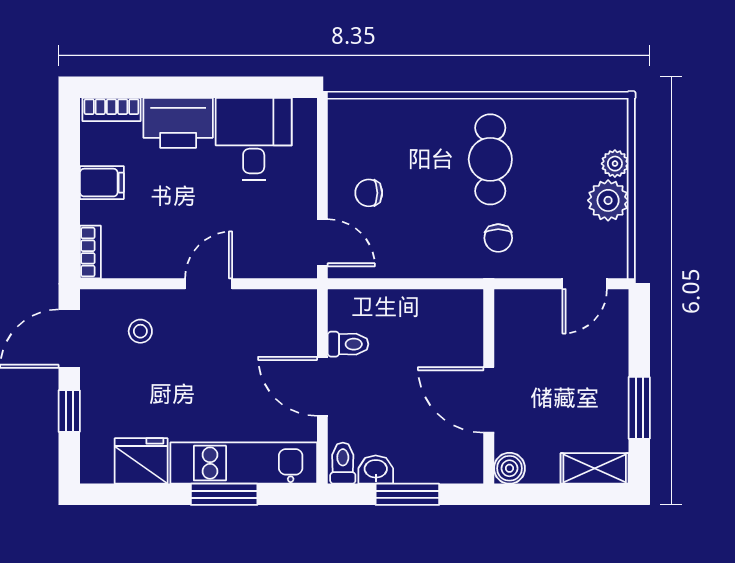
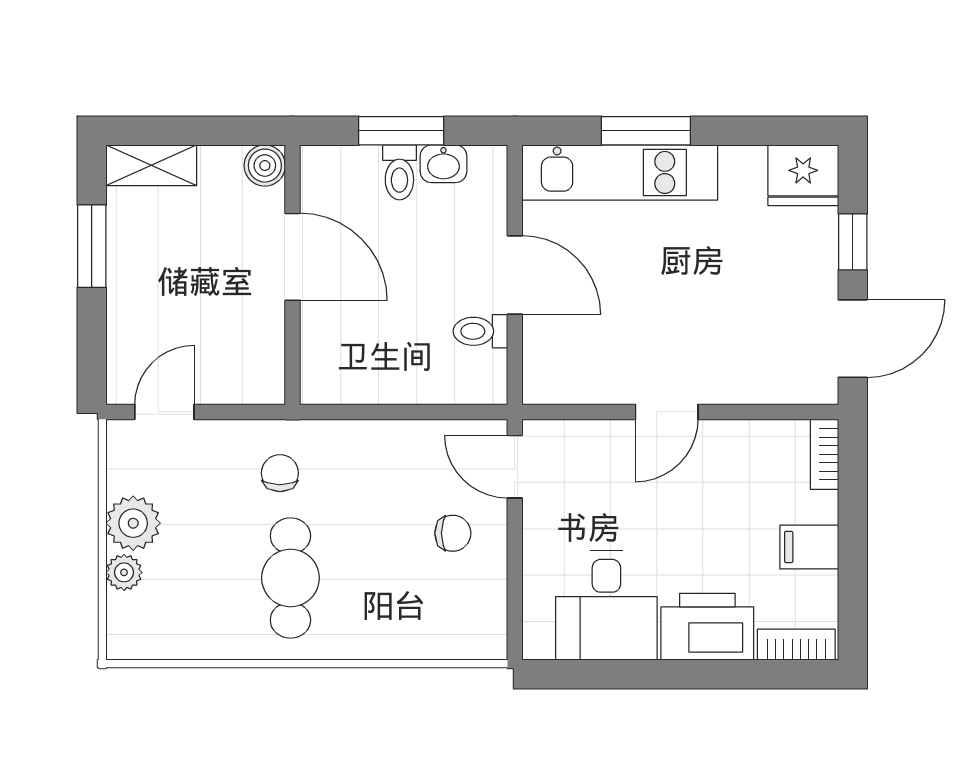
stool: (140, 331) -> (758, 349), removed
fridge: (141, 461) -> (803, 175), moved
toilet: (343, 463) -> (399, 172), moved

